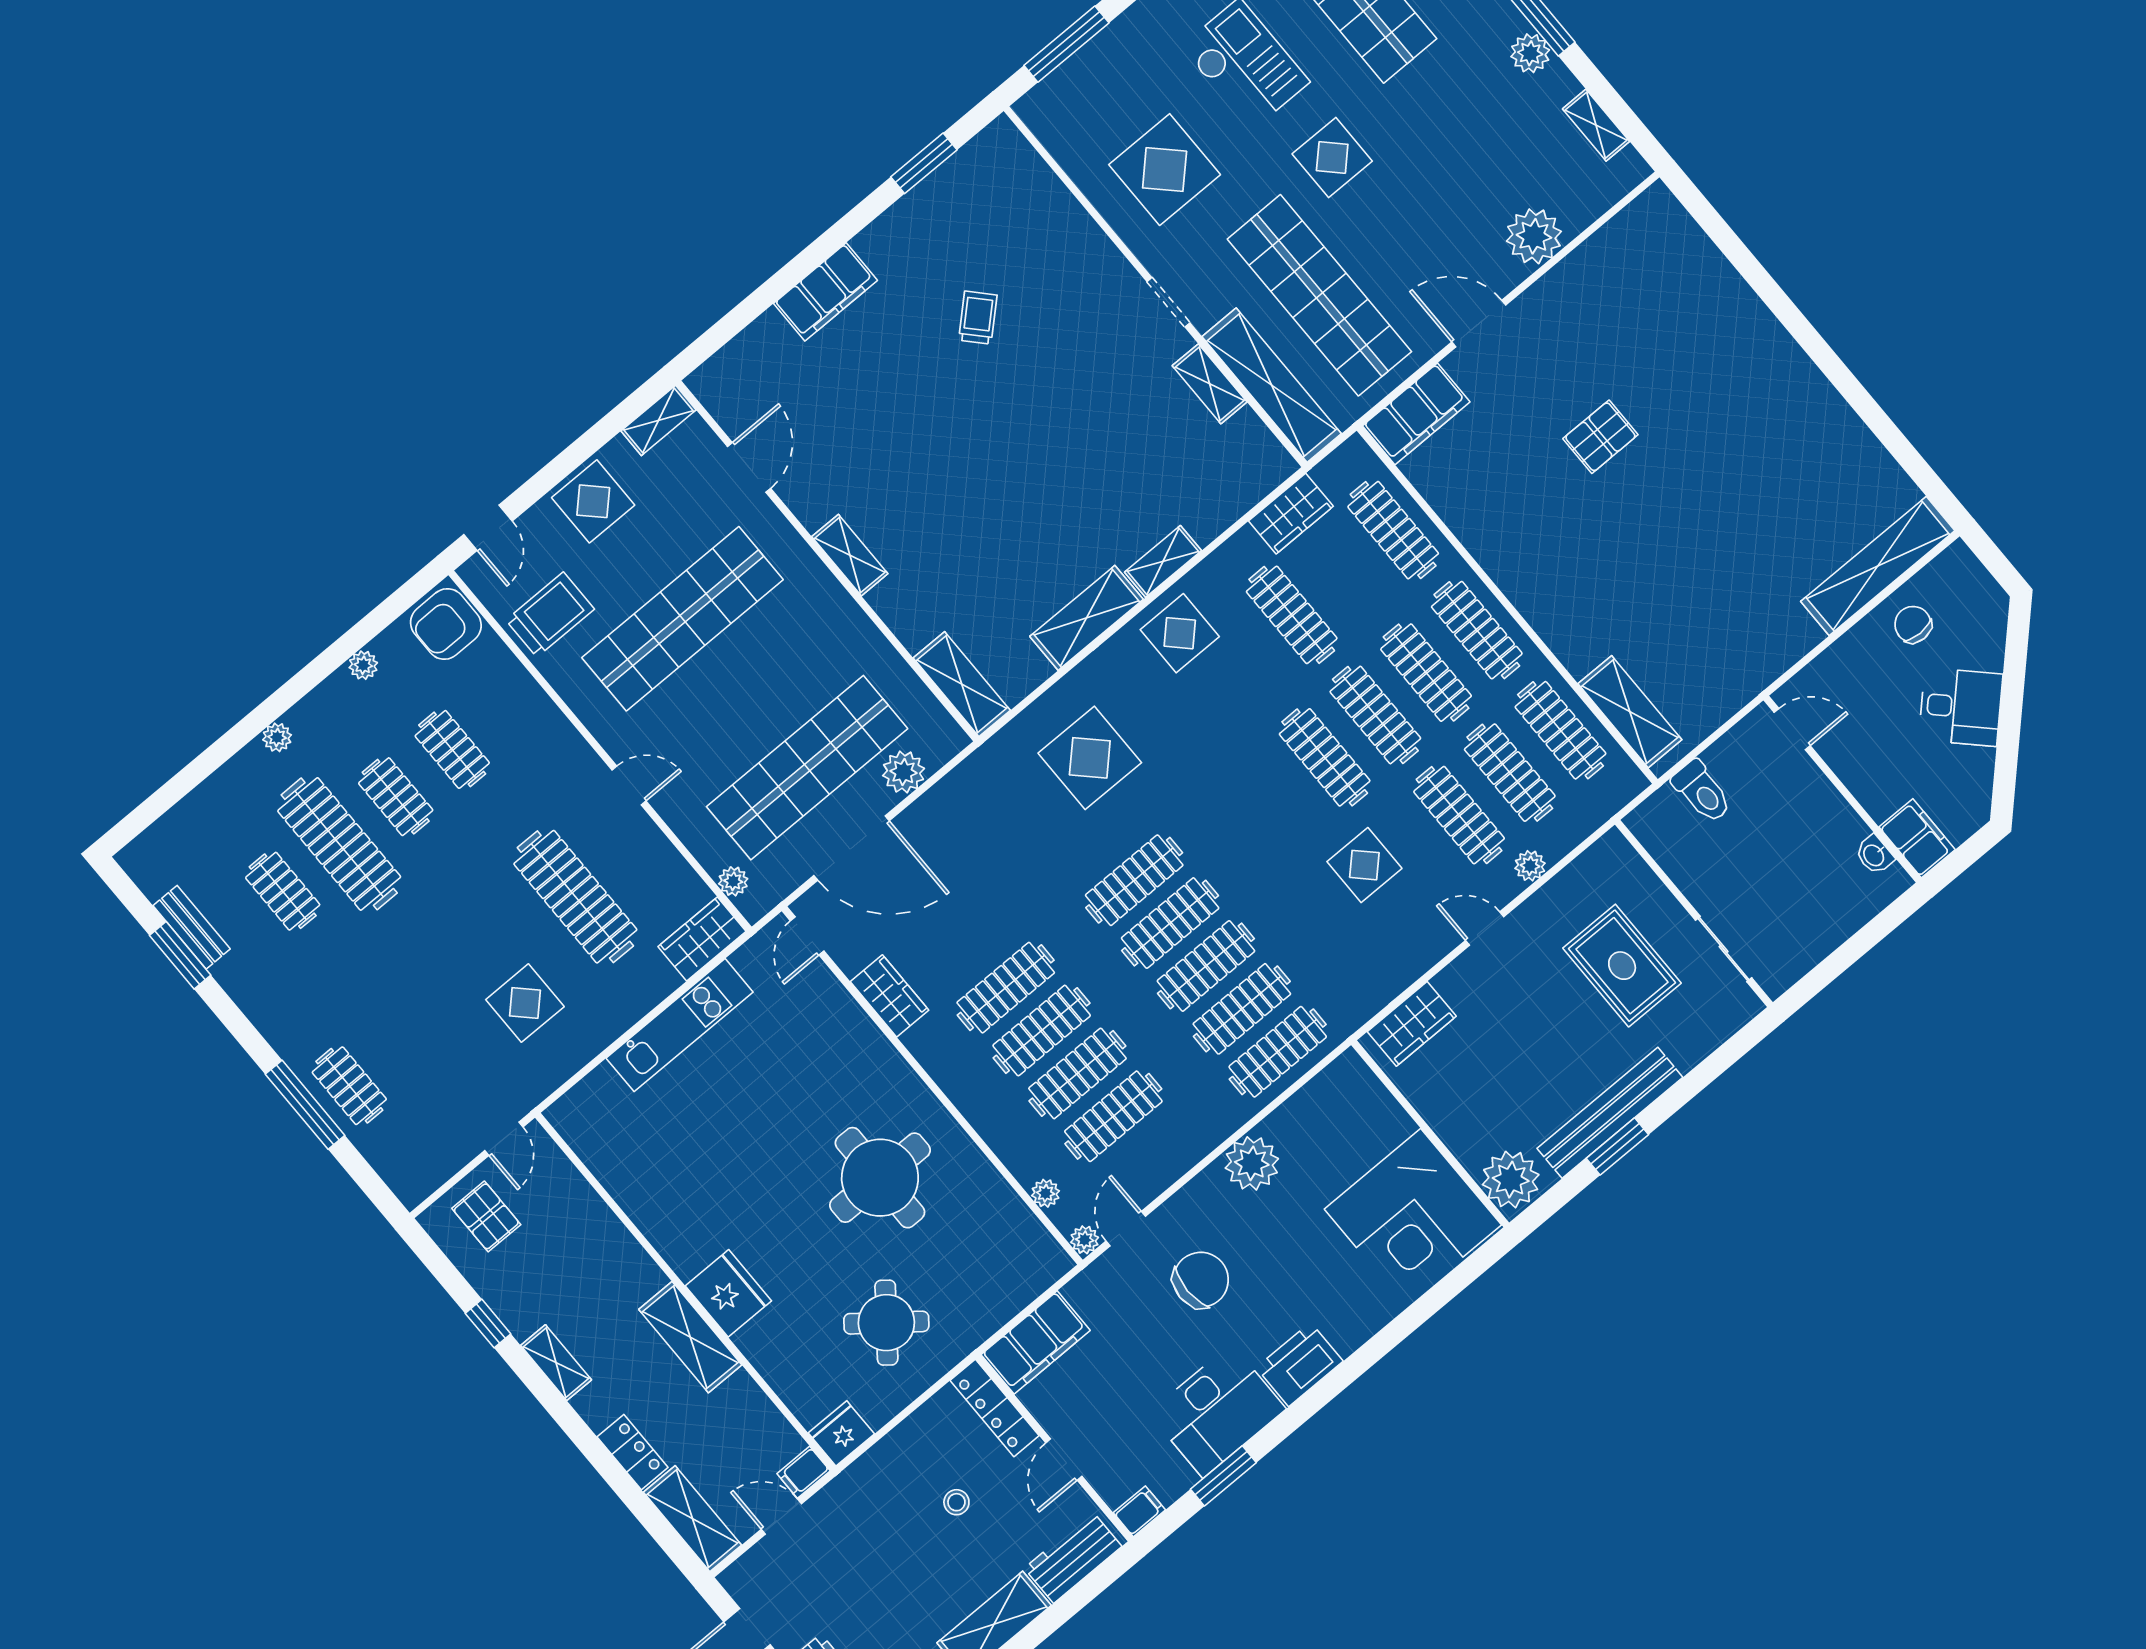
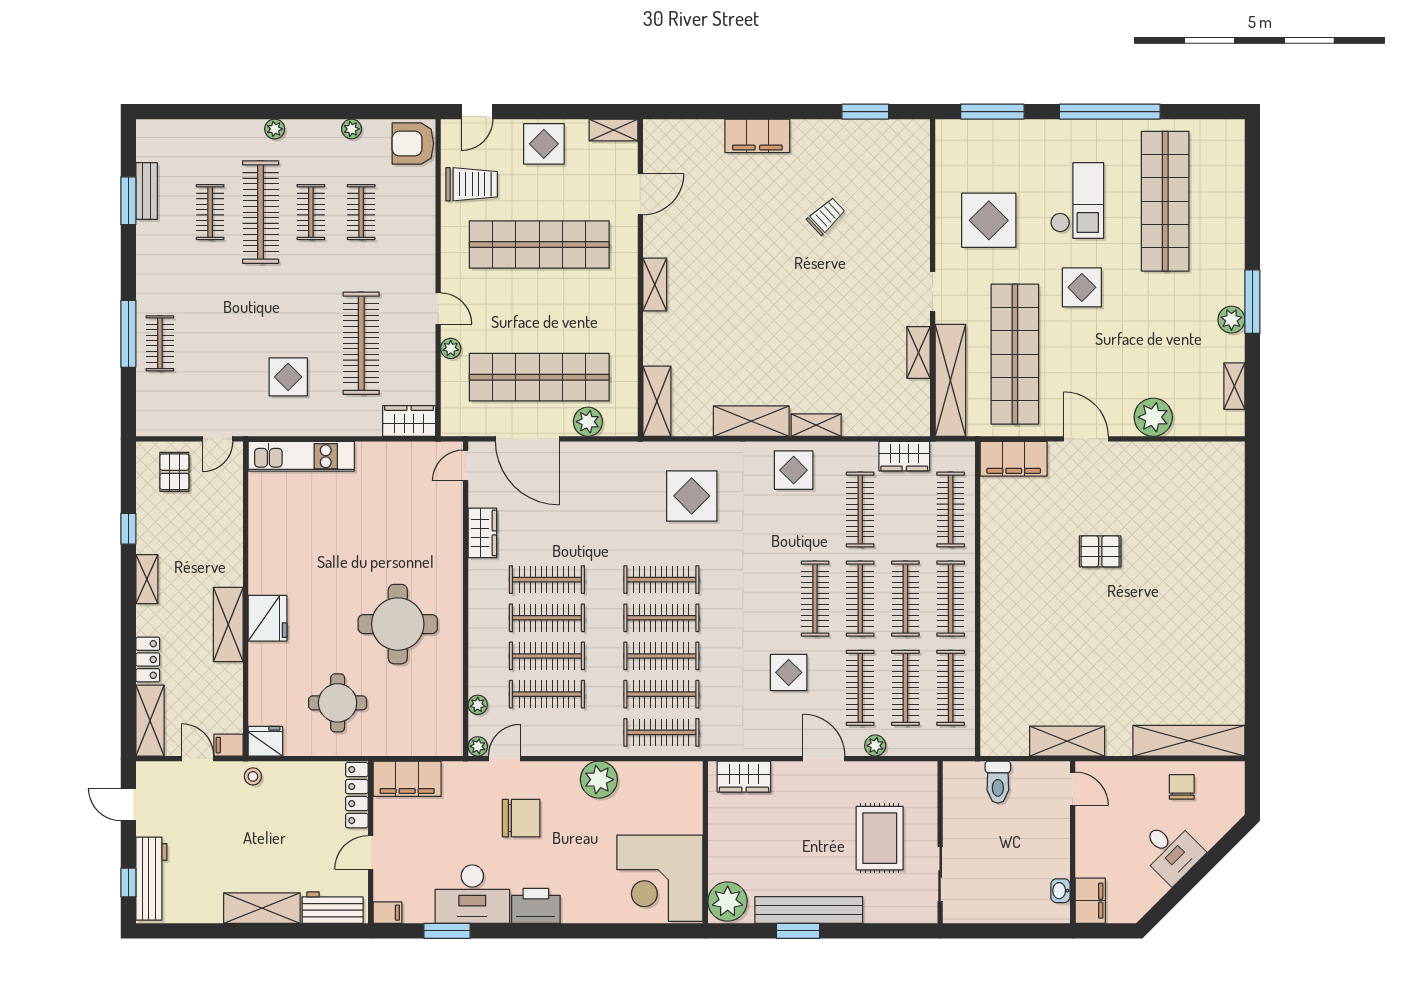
shelving: (1630, 712) -> (1067, 741), moved, turned 90
plant: (733, 881) -> (451, 348), moved
door: (1485, 929) -> (824, 759), width x1.38
kitchen unit: (680, 1025) -> (301, 456), moved
round table: (886, 1323) -> (338, 703), turned -38
stool: (956, 1502) -> (253, 776), moved

